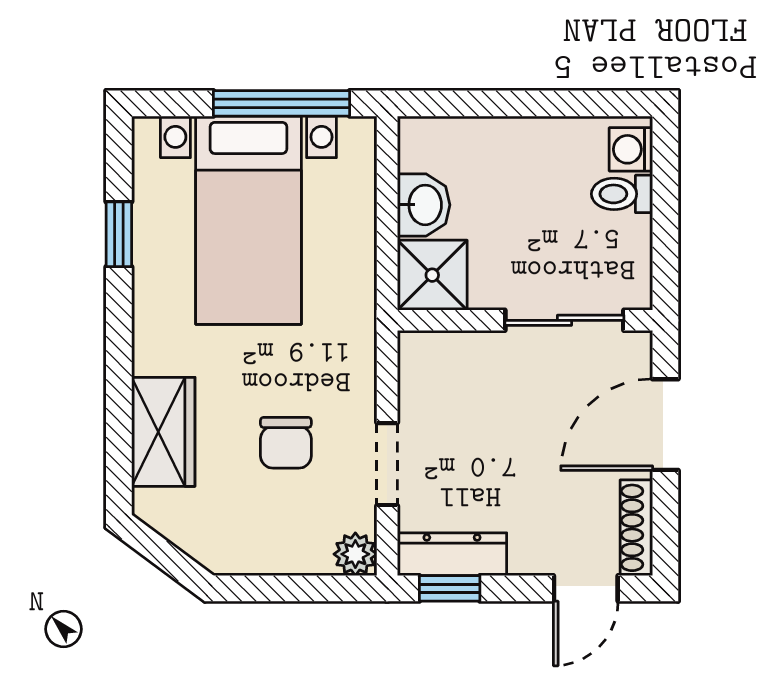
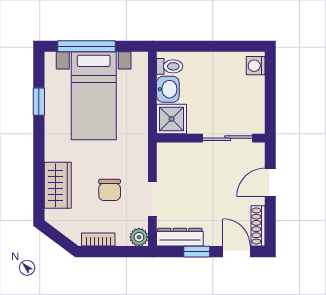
window: (282, 103) -> (87, 46), moved
toilet: (622, 194) -> (170, 66), moved, turned 180
door: (665, 425) -> (270, 182), width x0.73
bookcase: (259, 560) -> (98, 240), added
window: (450, 588) -> (197, 252), moved
door: (586, 588) -> (237, 252), swing flipped

